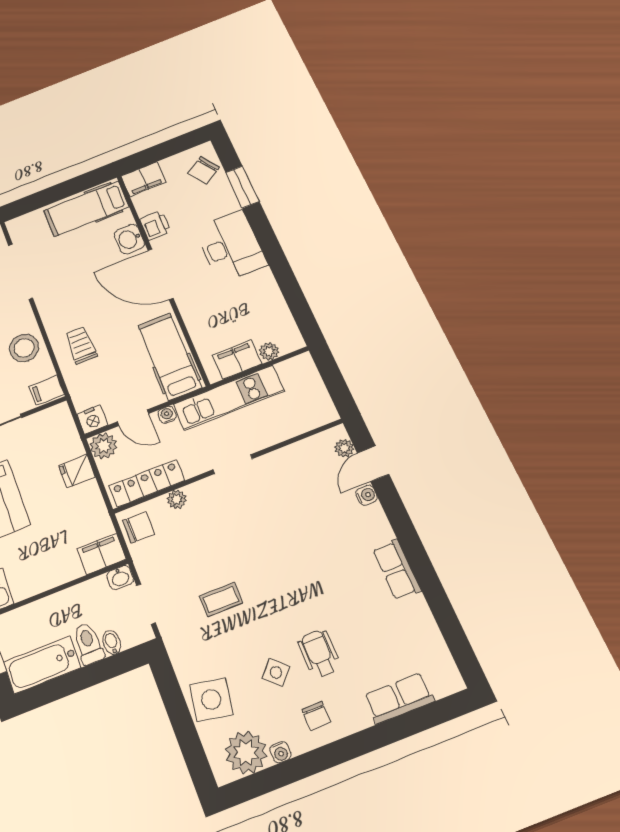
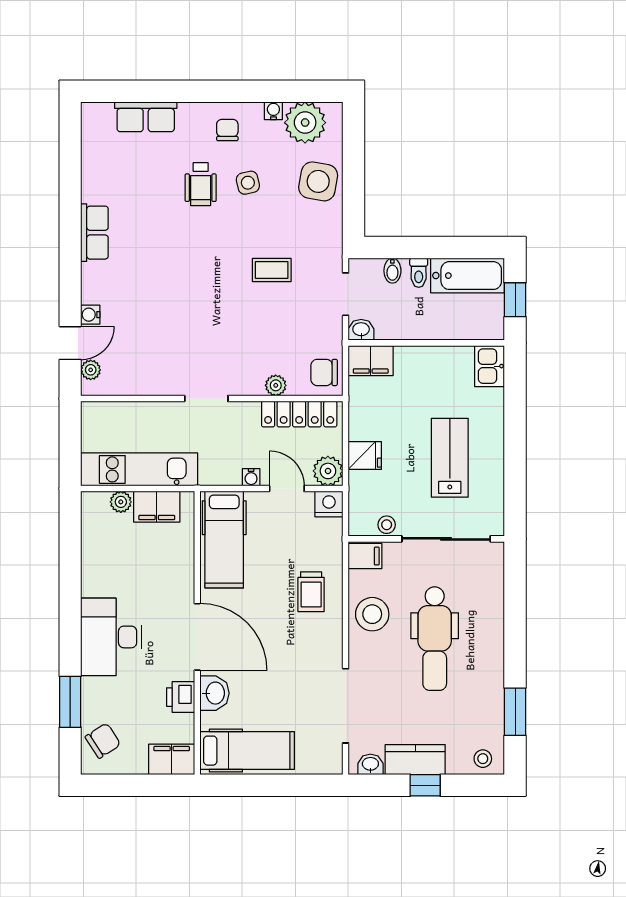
kitchen unit: (229, 398) -> (139, 469), moved
stool: (38, 422) -> (387, 525), added
toilet: (88, 643) -> (419, 273), width x0.73, depth x0.72
side table: (276, 672) -> (248, 183), turned 34

